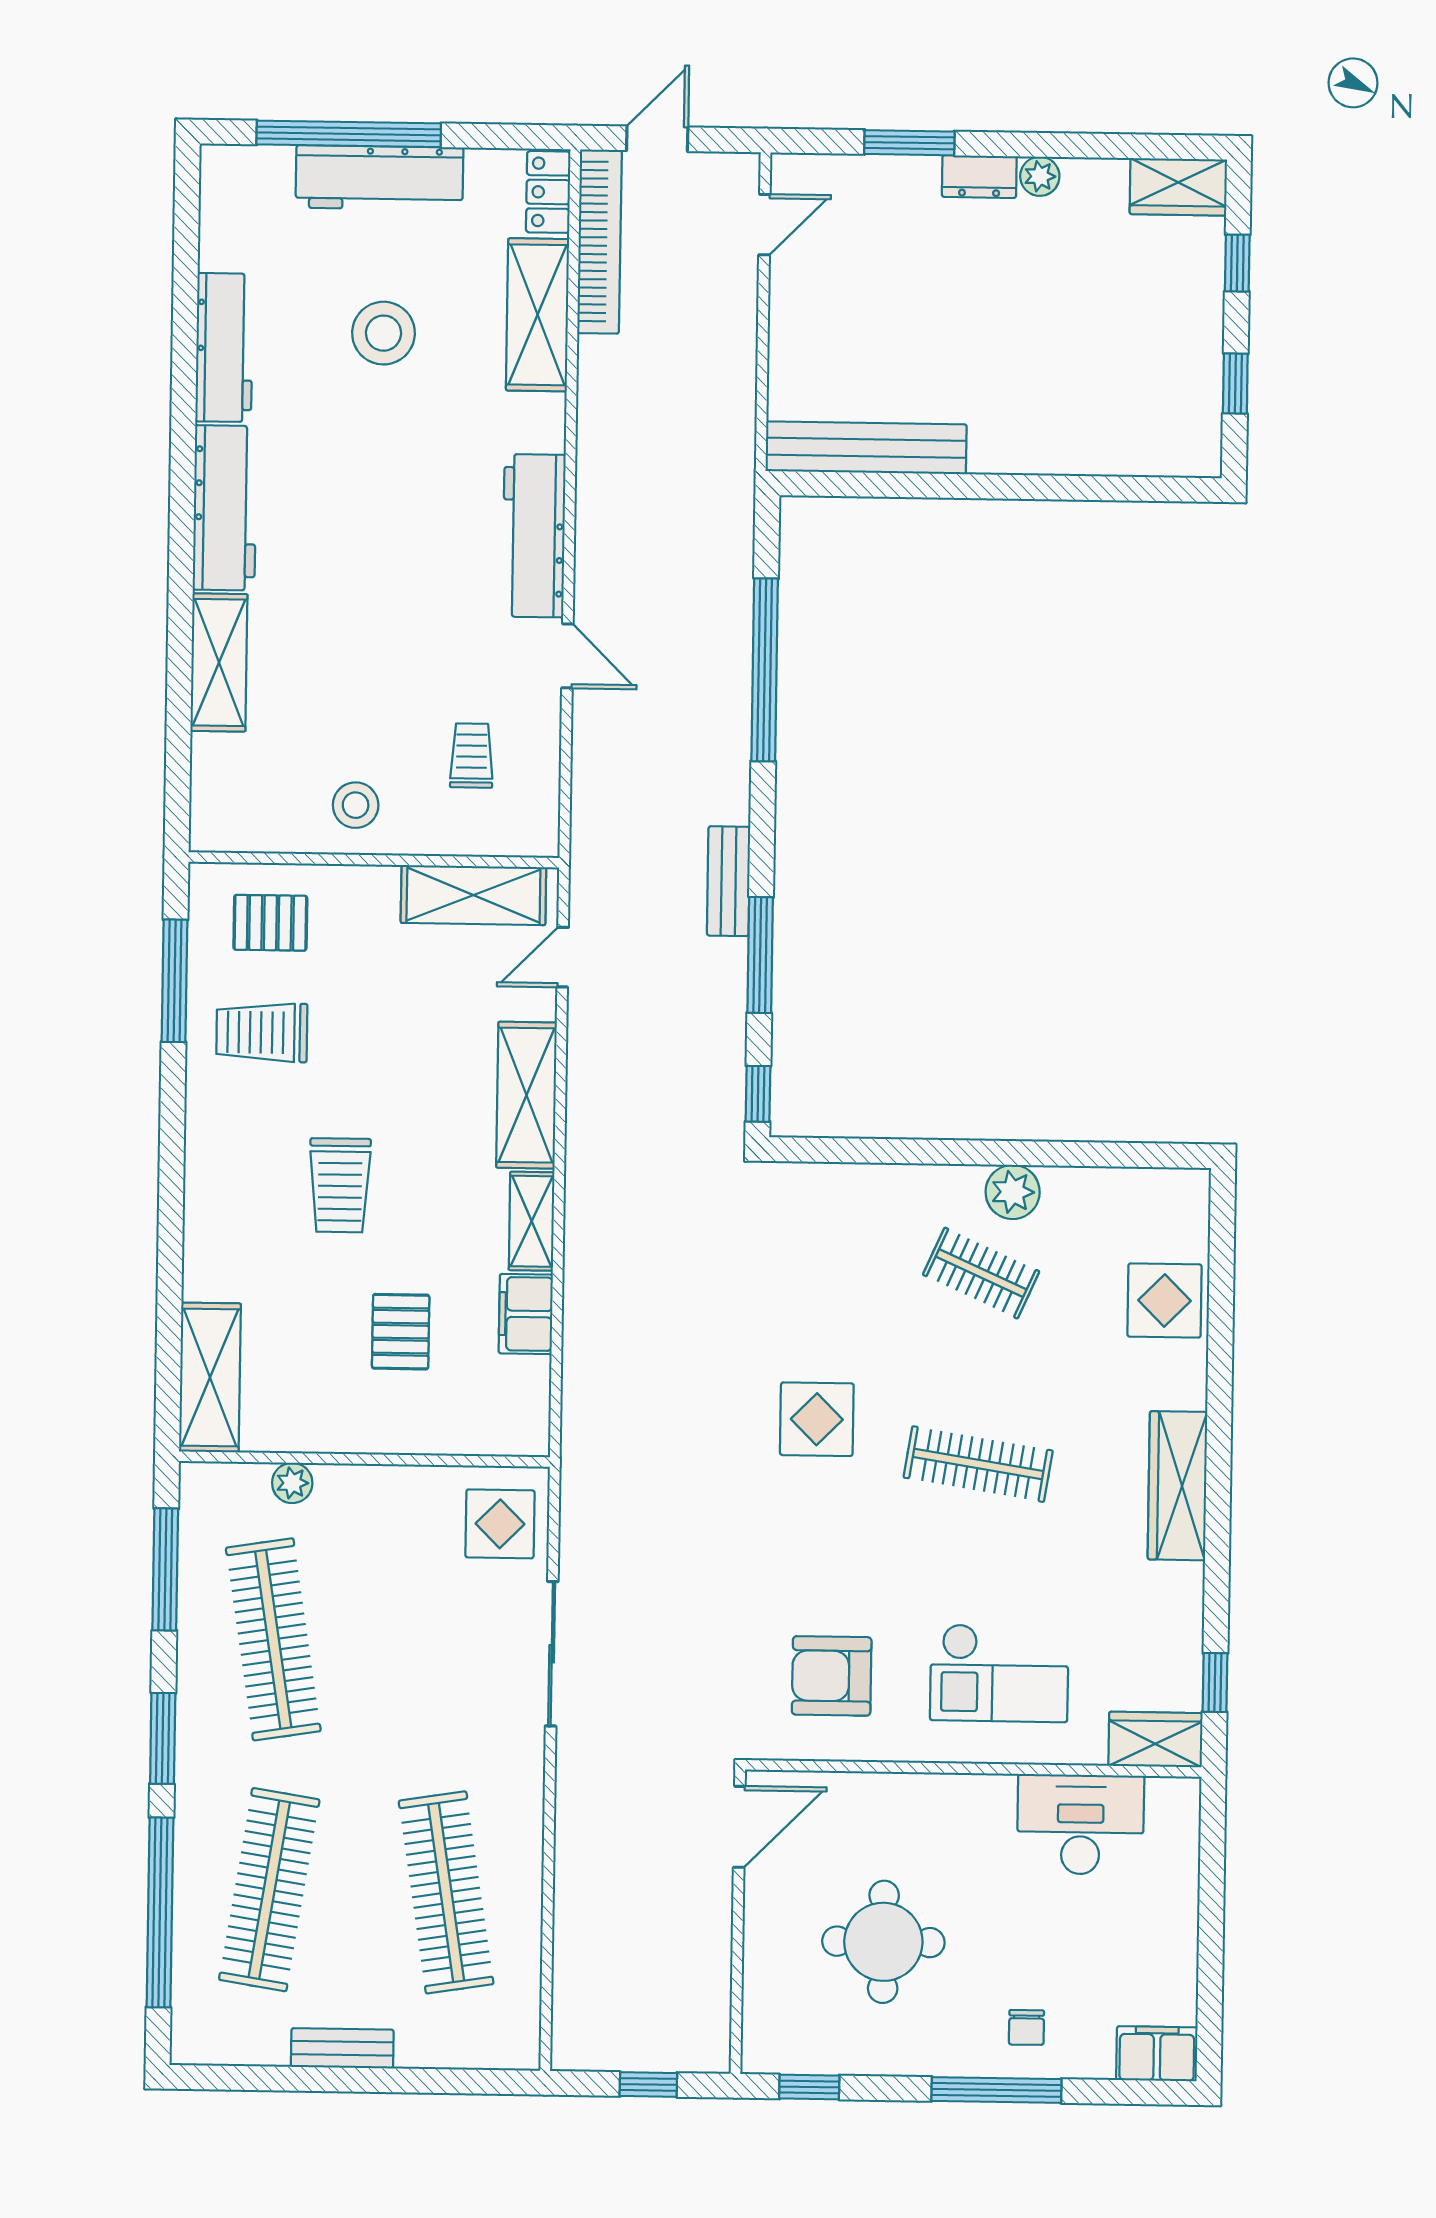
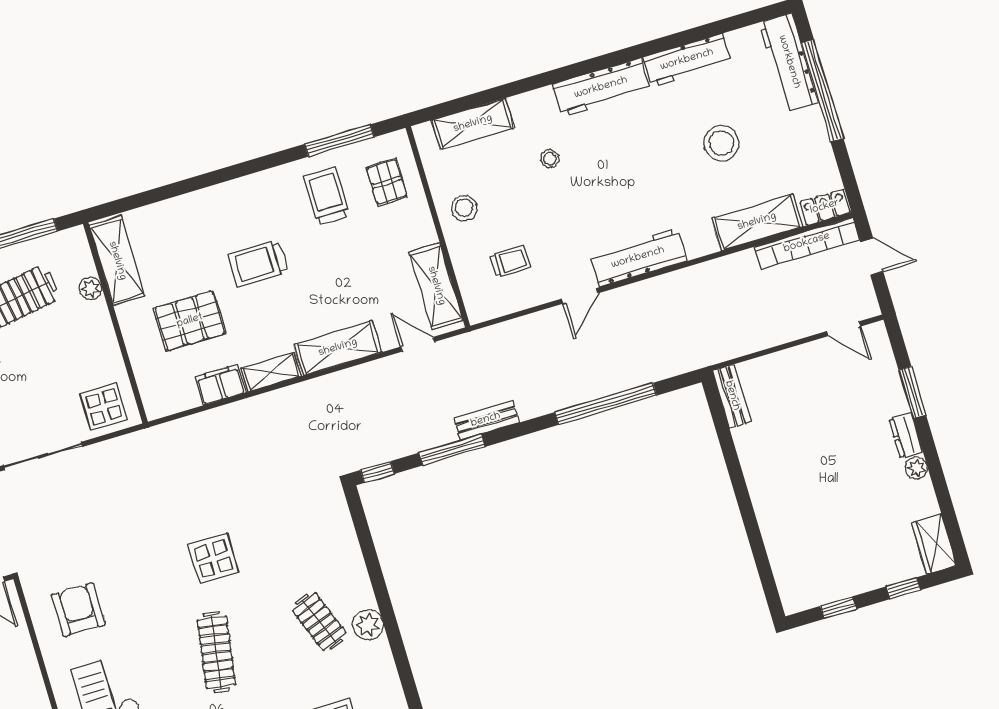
workbench: (379, 178) -> (789, 62), moved
bench: (866, 448) -> (732, 396), width x0.54, depth x0.82
stool: (318, 633) -> (550, 159), added
shelving: (219, 662) -> (473, 124), moved
clothes rail: (981, 1273) -> (319, 622), turned -45
pallet: (401, 1332) -> (190, 321), width x1.50, depth x1.42
shelving: (210, 1377) -> (117, 261), moved, turned 90

